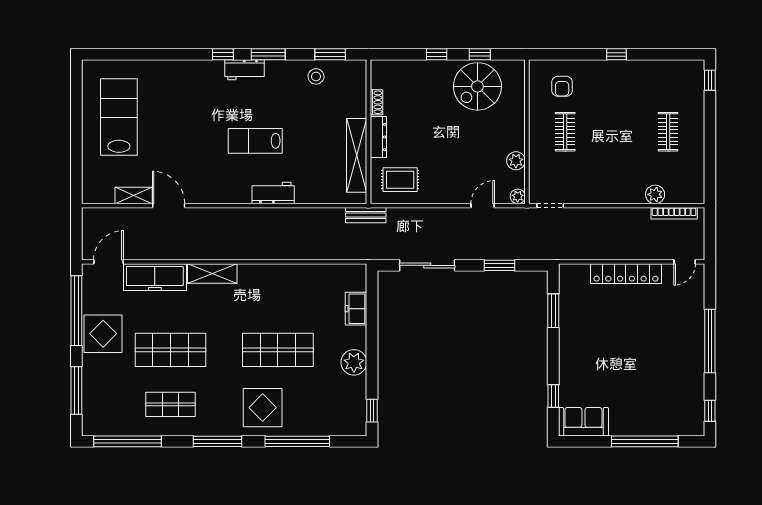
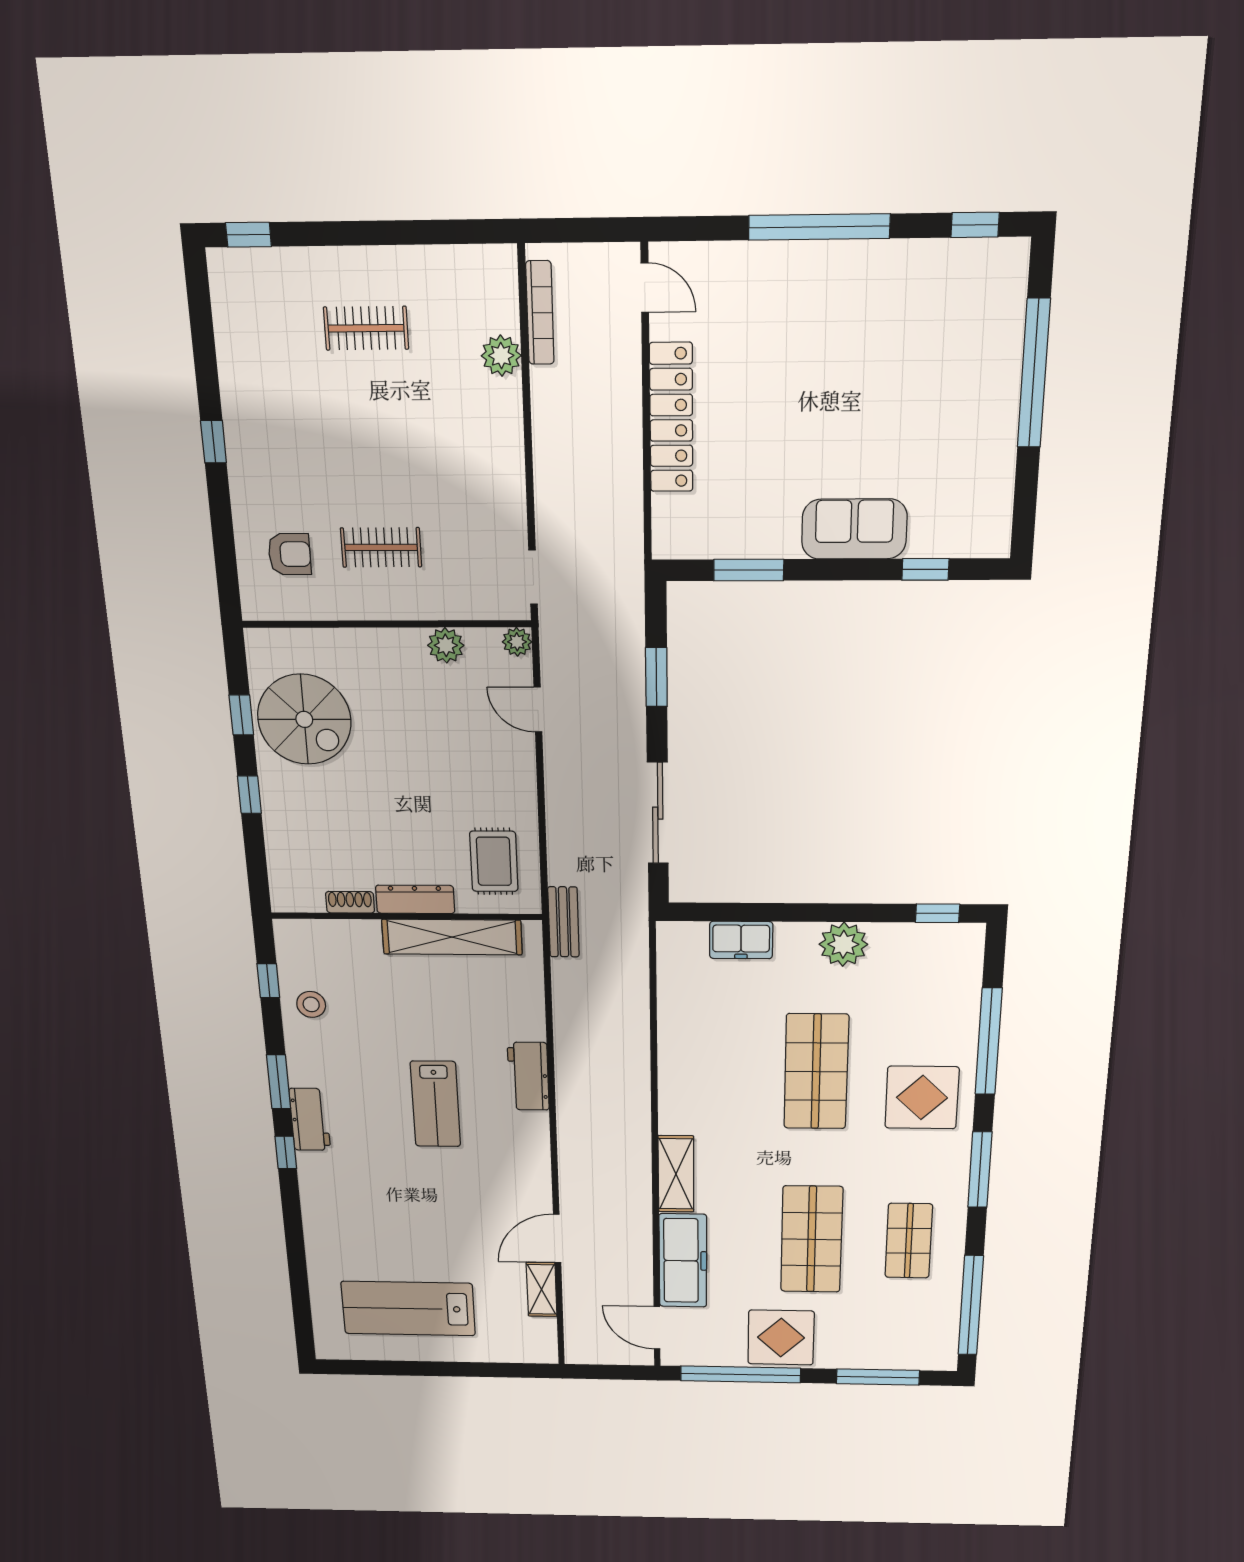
window: (330, 54) -> (268, 981), width x0.67
sofa: (583, 422) -> (854, 529), moved, turned 90

